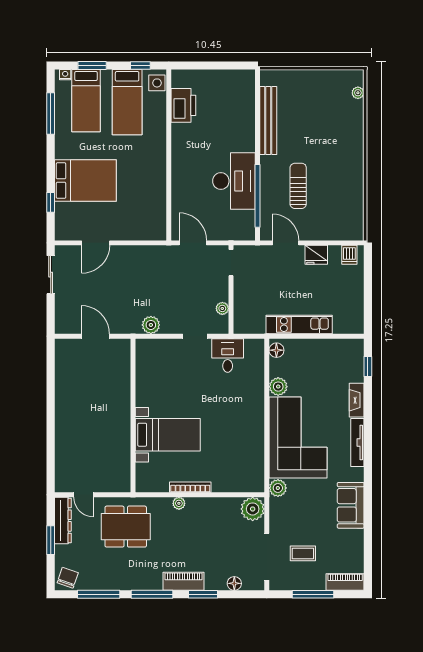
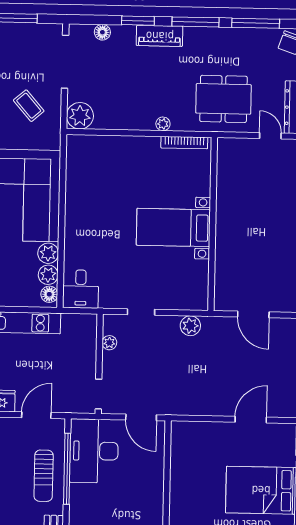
desk: (234, 181) -> (94, 451), moved
sun lounger: (298, 186) -> (44, 476), moved
door: (286, 243) -> (36, 415), swing flipped
desk: (228, 355) -> (81, 289), moved
bed with nightstands: (168, 435) -> (173, 227), moved
bookcase: (190, 487) -> (184, 143), moved
plant: (278, 488) -> (48, 275), moved
coffee table: (303, 553) -> (29, 106), moved, turned 49

